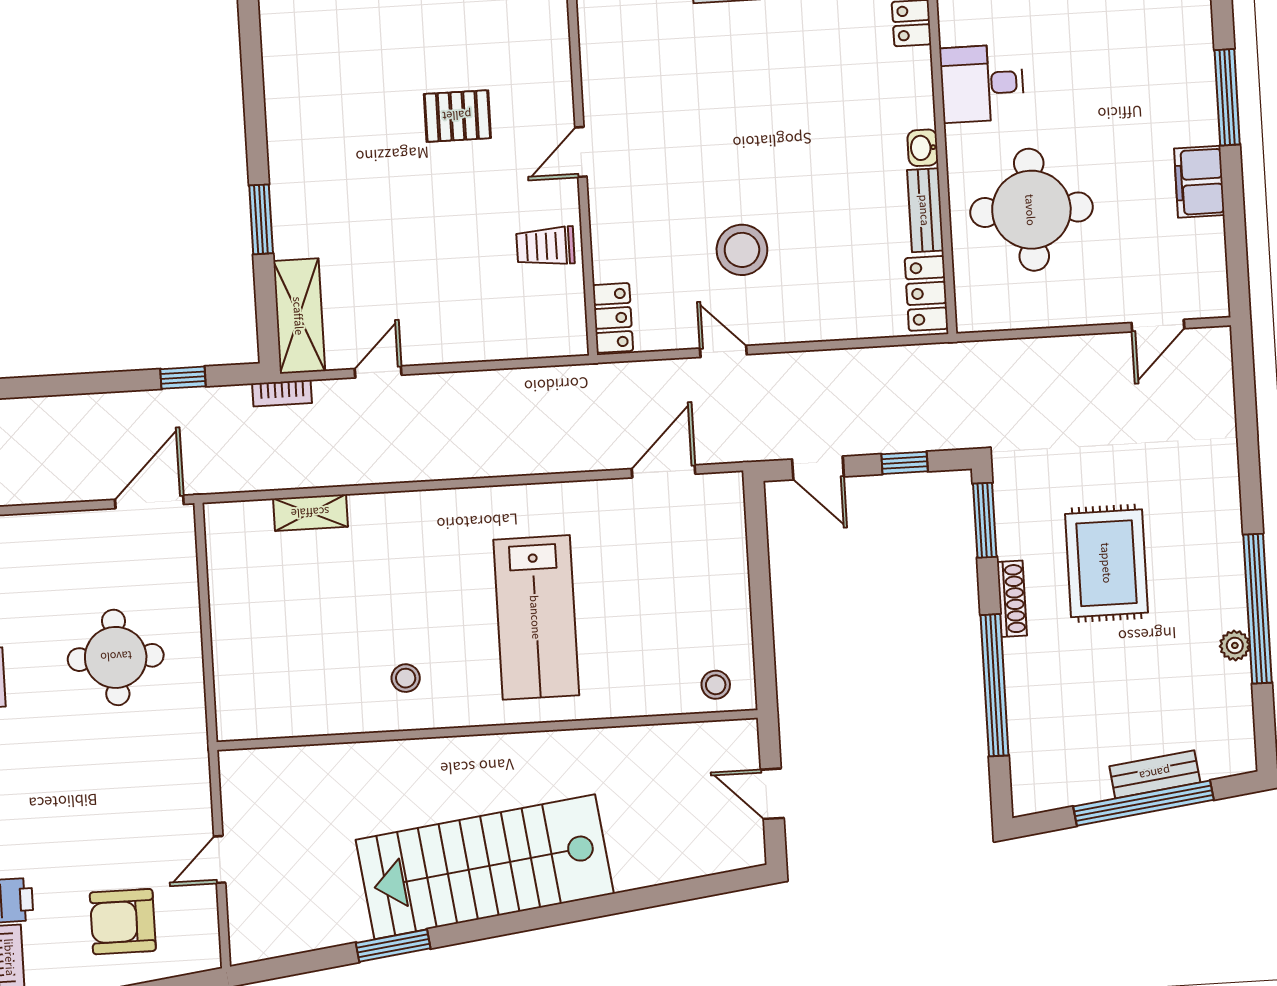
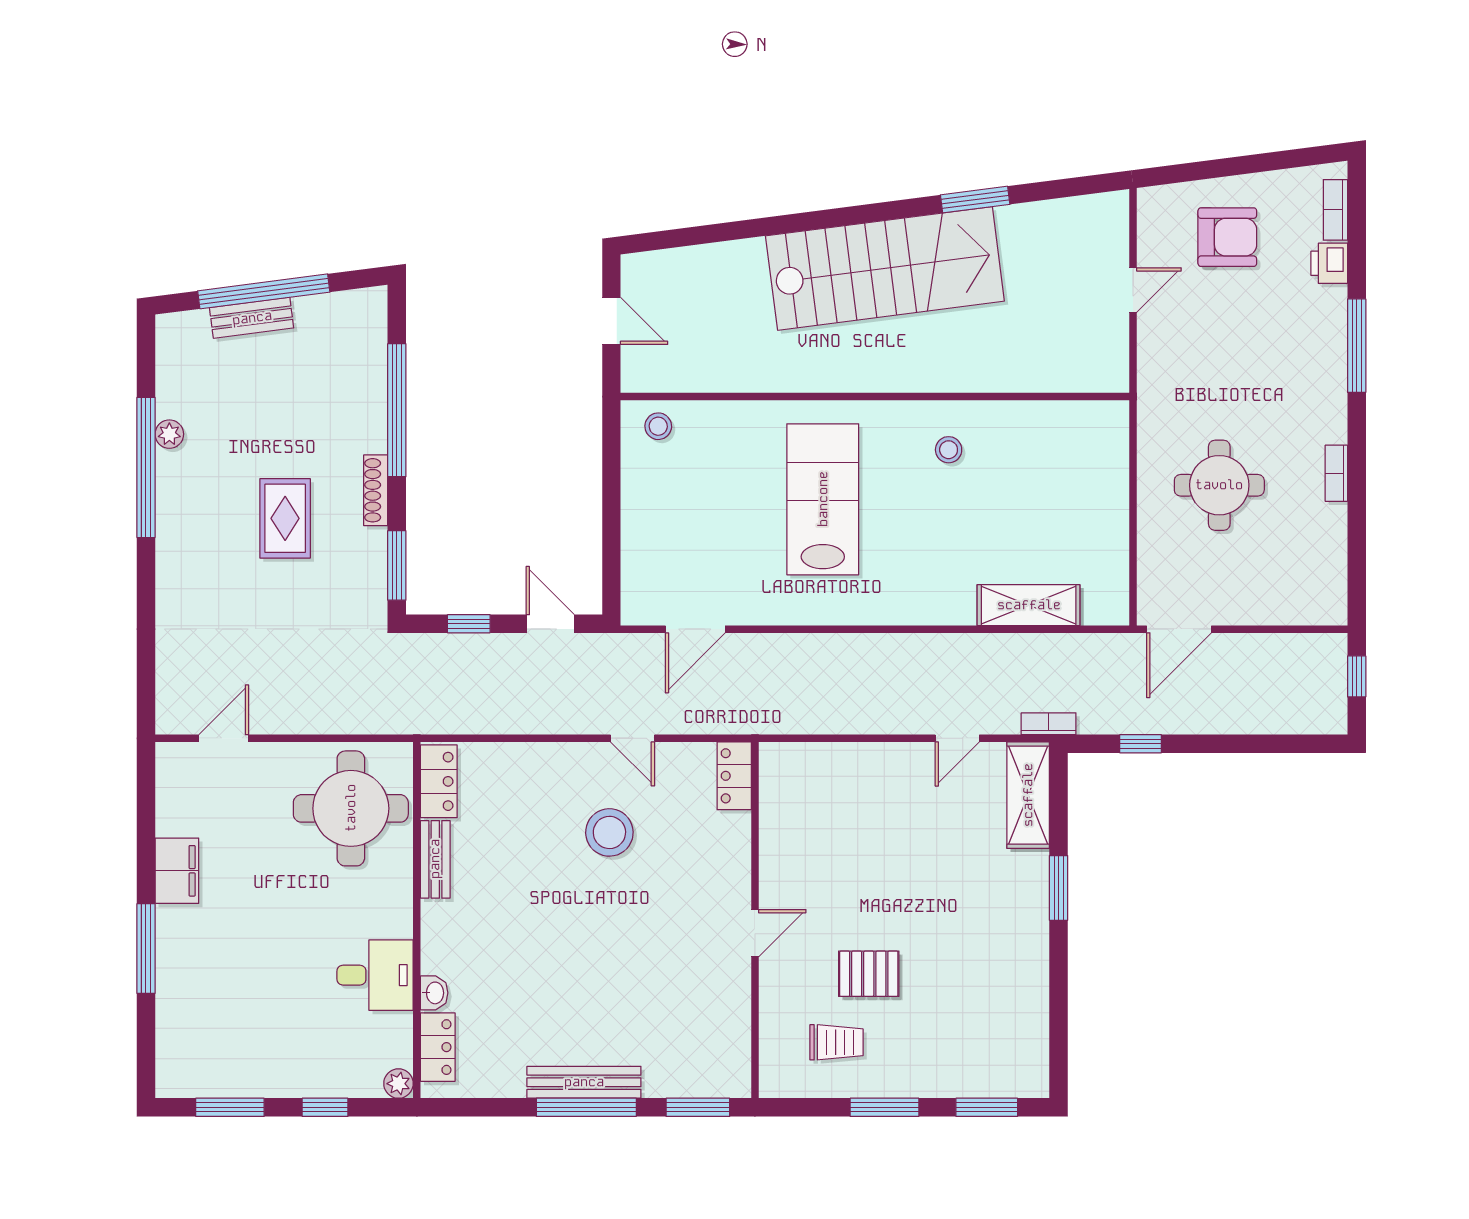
washbasin: (923, 148) -> (434, 993), moved
round table: (1031, 210) -> (351, 808), moved
trolley: (545, 246) -> (836, 1042), moved
shelving: (310, 513) -> (1029, 605), width x1.50, depth x1.33
rug: (1107, 563) -> (285, 518), width x0.73, depth x0.70

